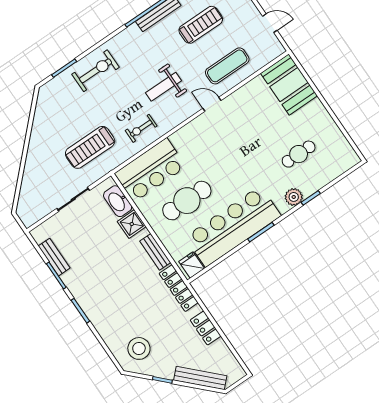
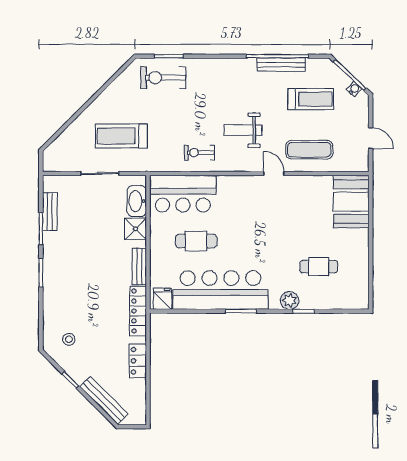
exercise bike: (96, 71) -> (163, 78), moved, turned 180
treadmill: (90, 147) -> (121, 136), moved
cafe table: (187, 201) -> (196, 241), width x0.73, depth x0.74
stool: (139, 348) -> (69, 339), width x0.53, depth x0.53

